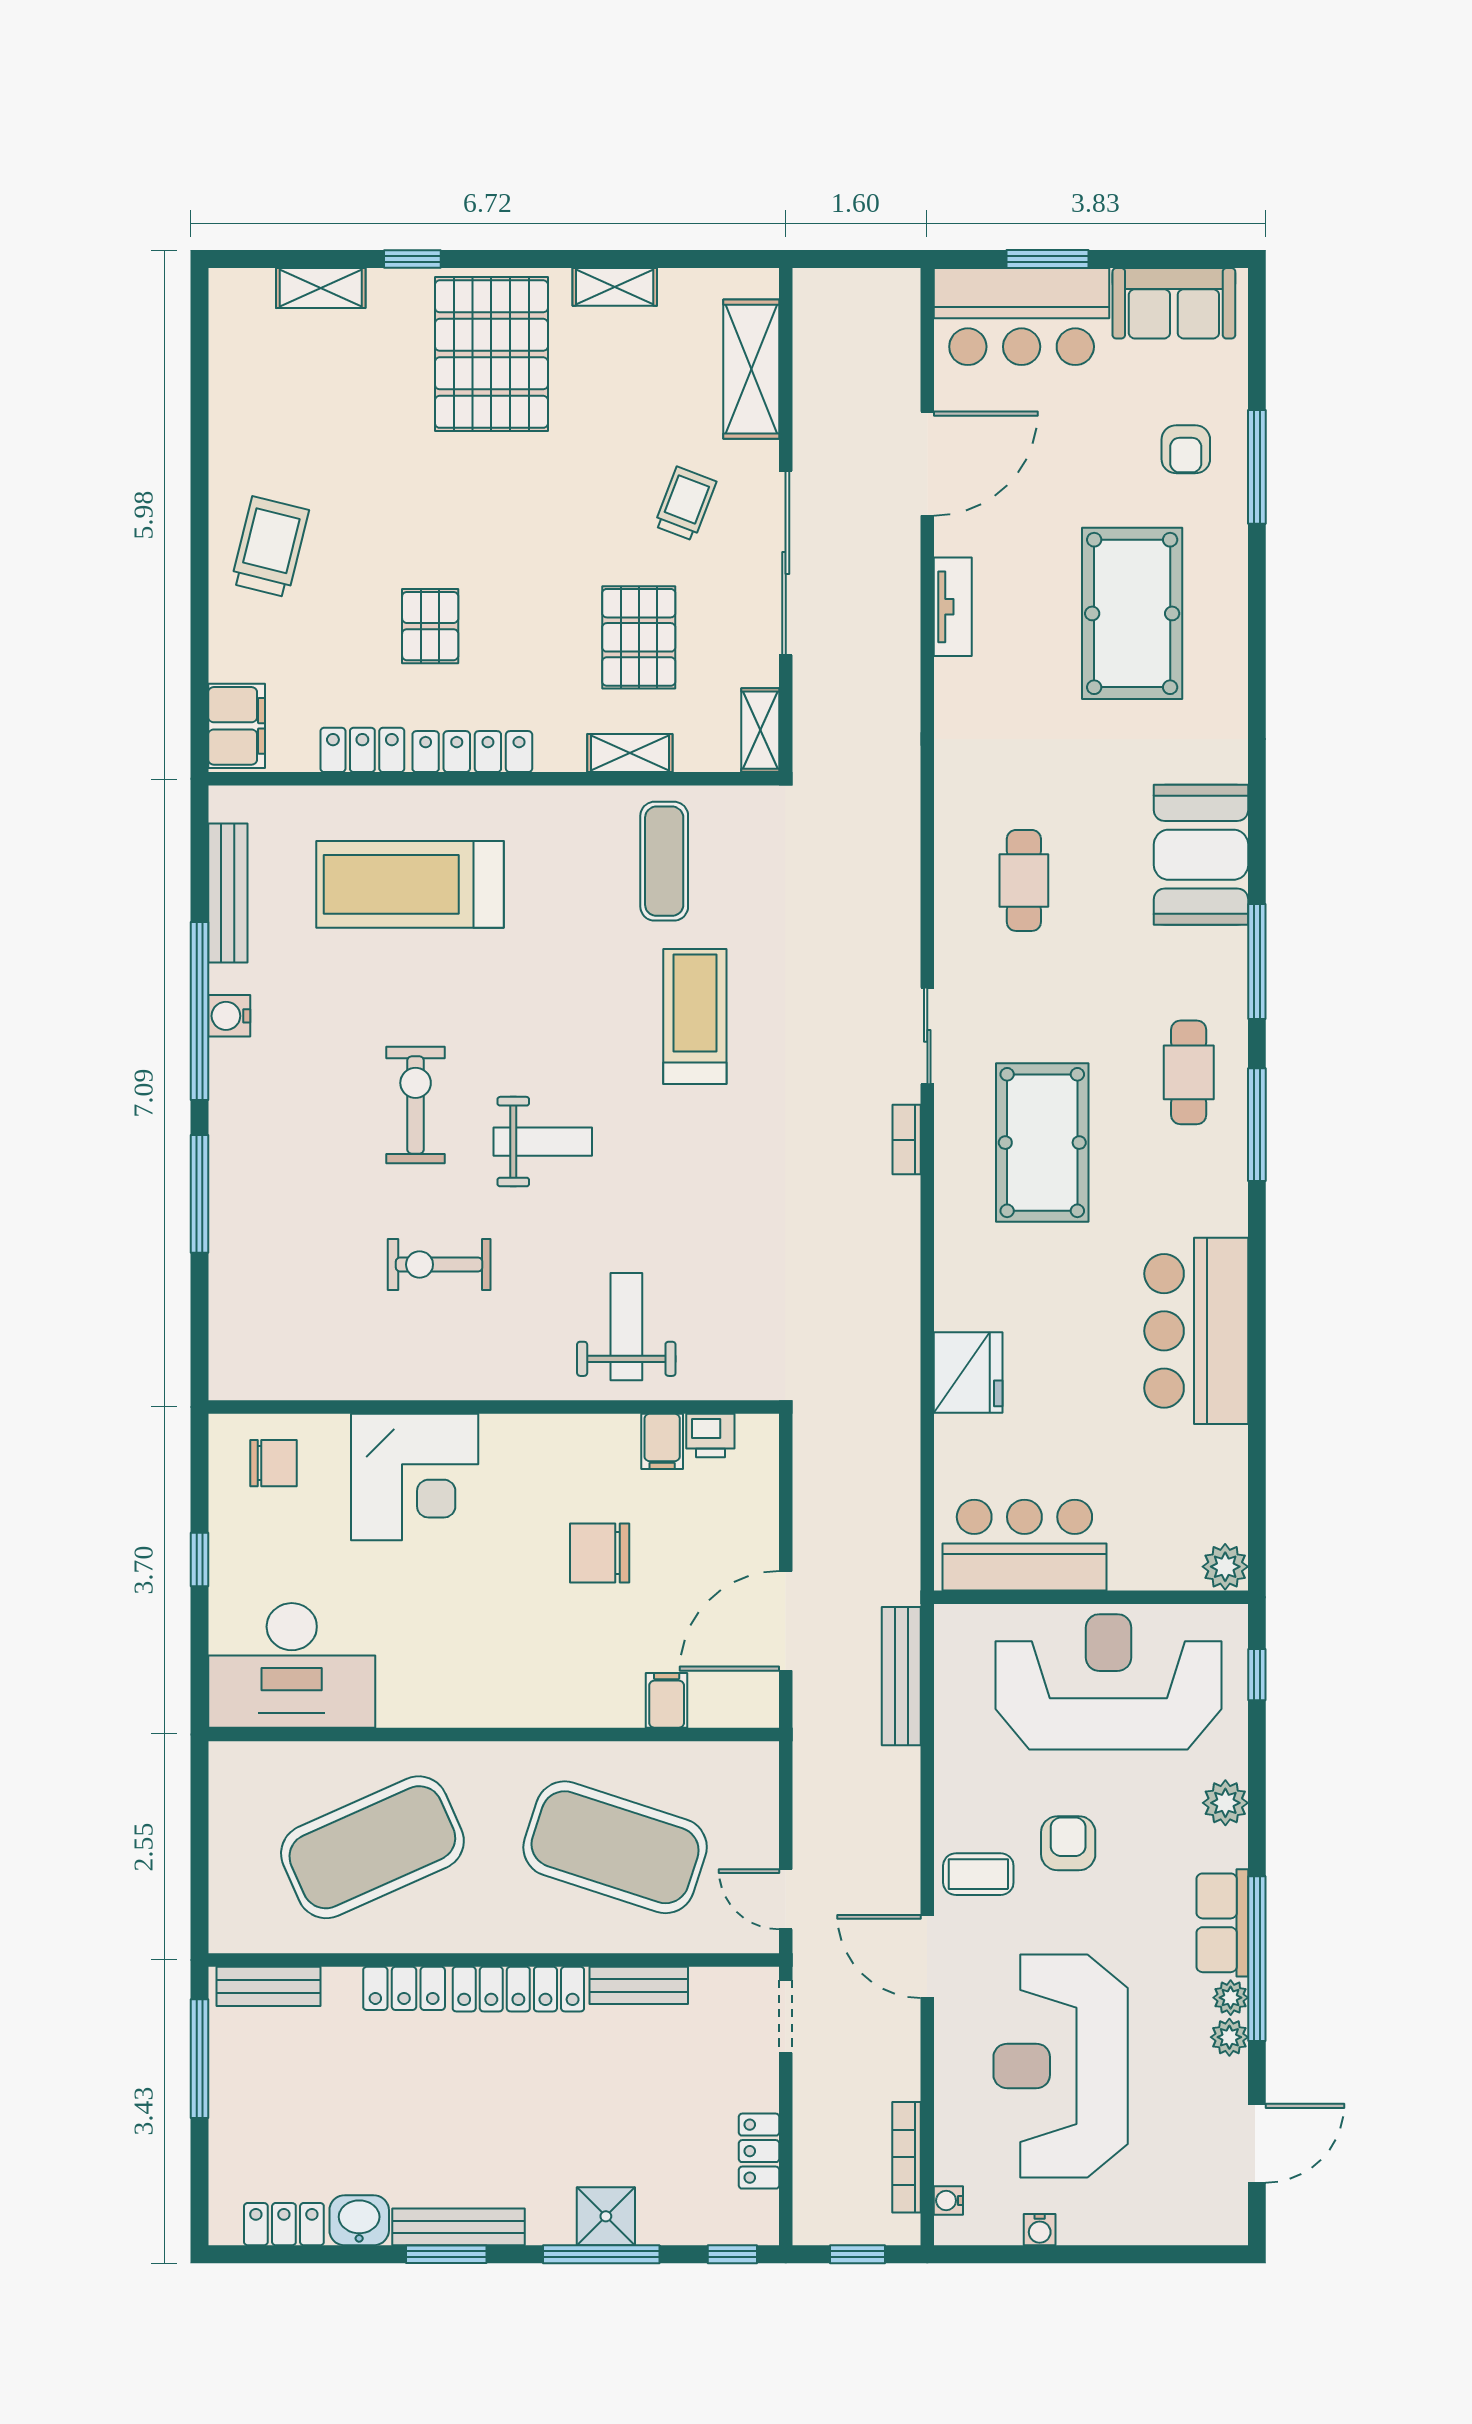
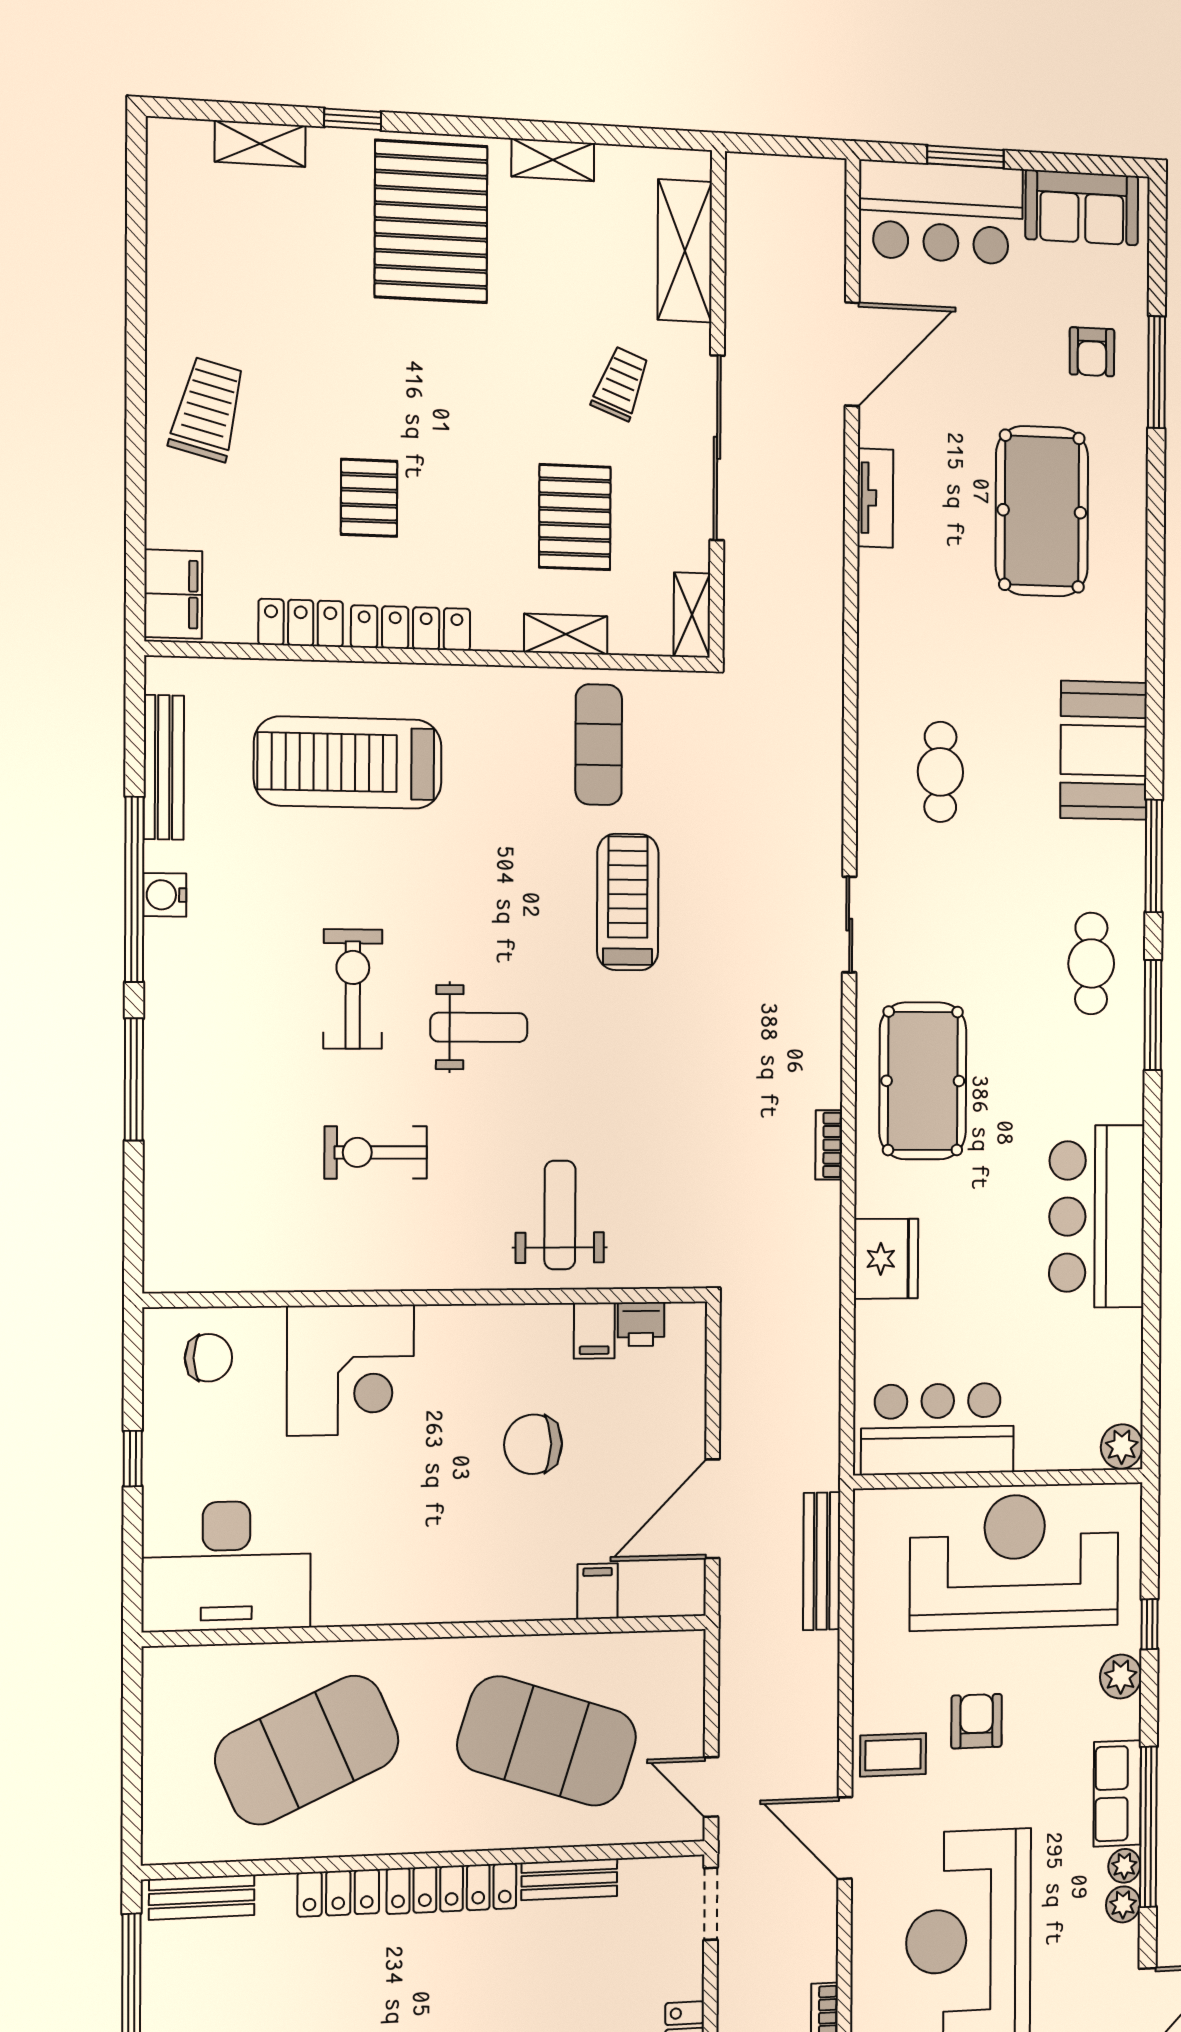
bookcase: (907, 1140) -> (829, 1145), moved
pool table: (1042, 1143) -> (923, 1081), moved
window: (1257, 1675) -> (1149, 1624), moved

